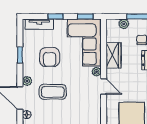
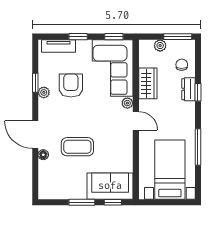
armchair: (50, 57) -> (71, 85), turned 180
plant: (27, 81) -> (44, 92), moved
coffee table: (53, 92) -> (77, 147), moved

